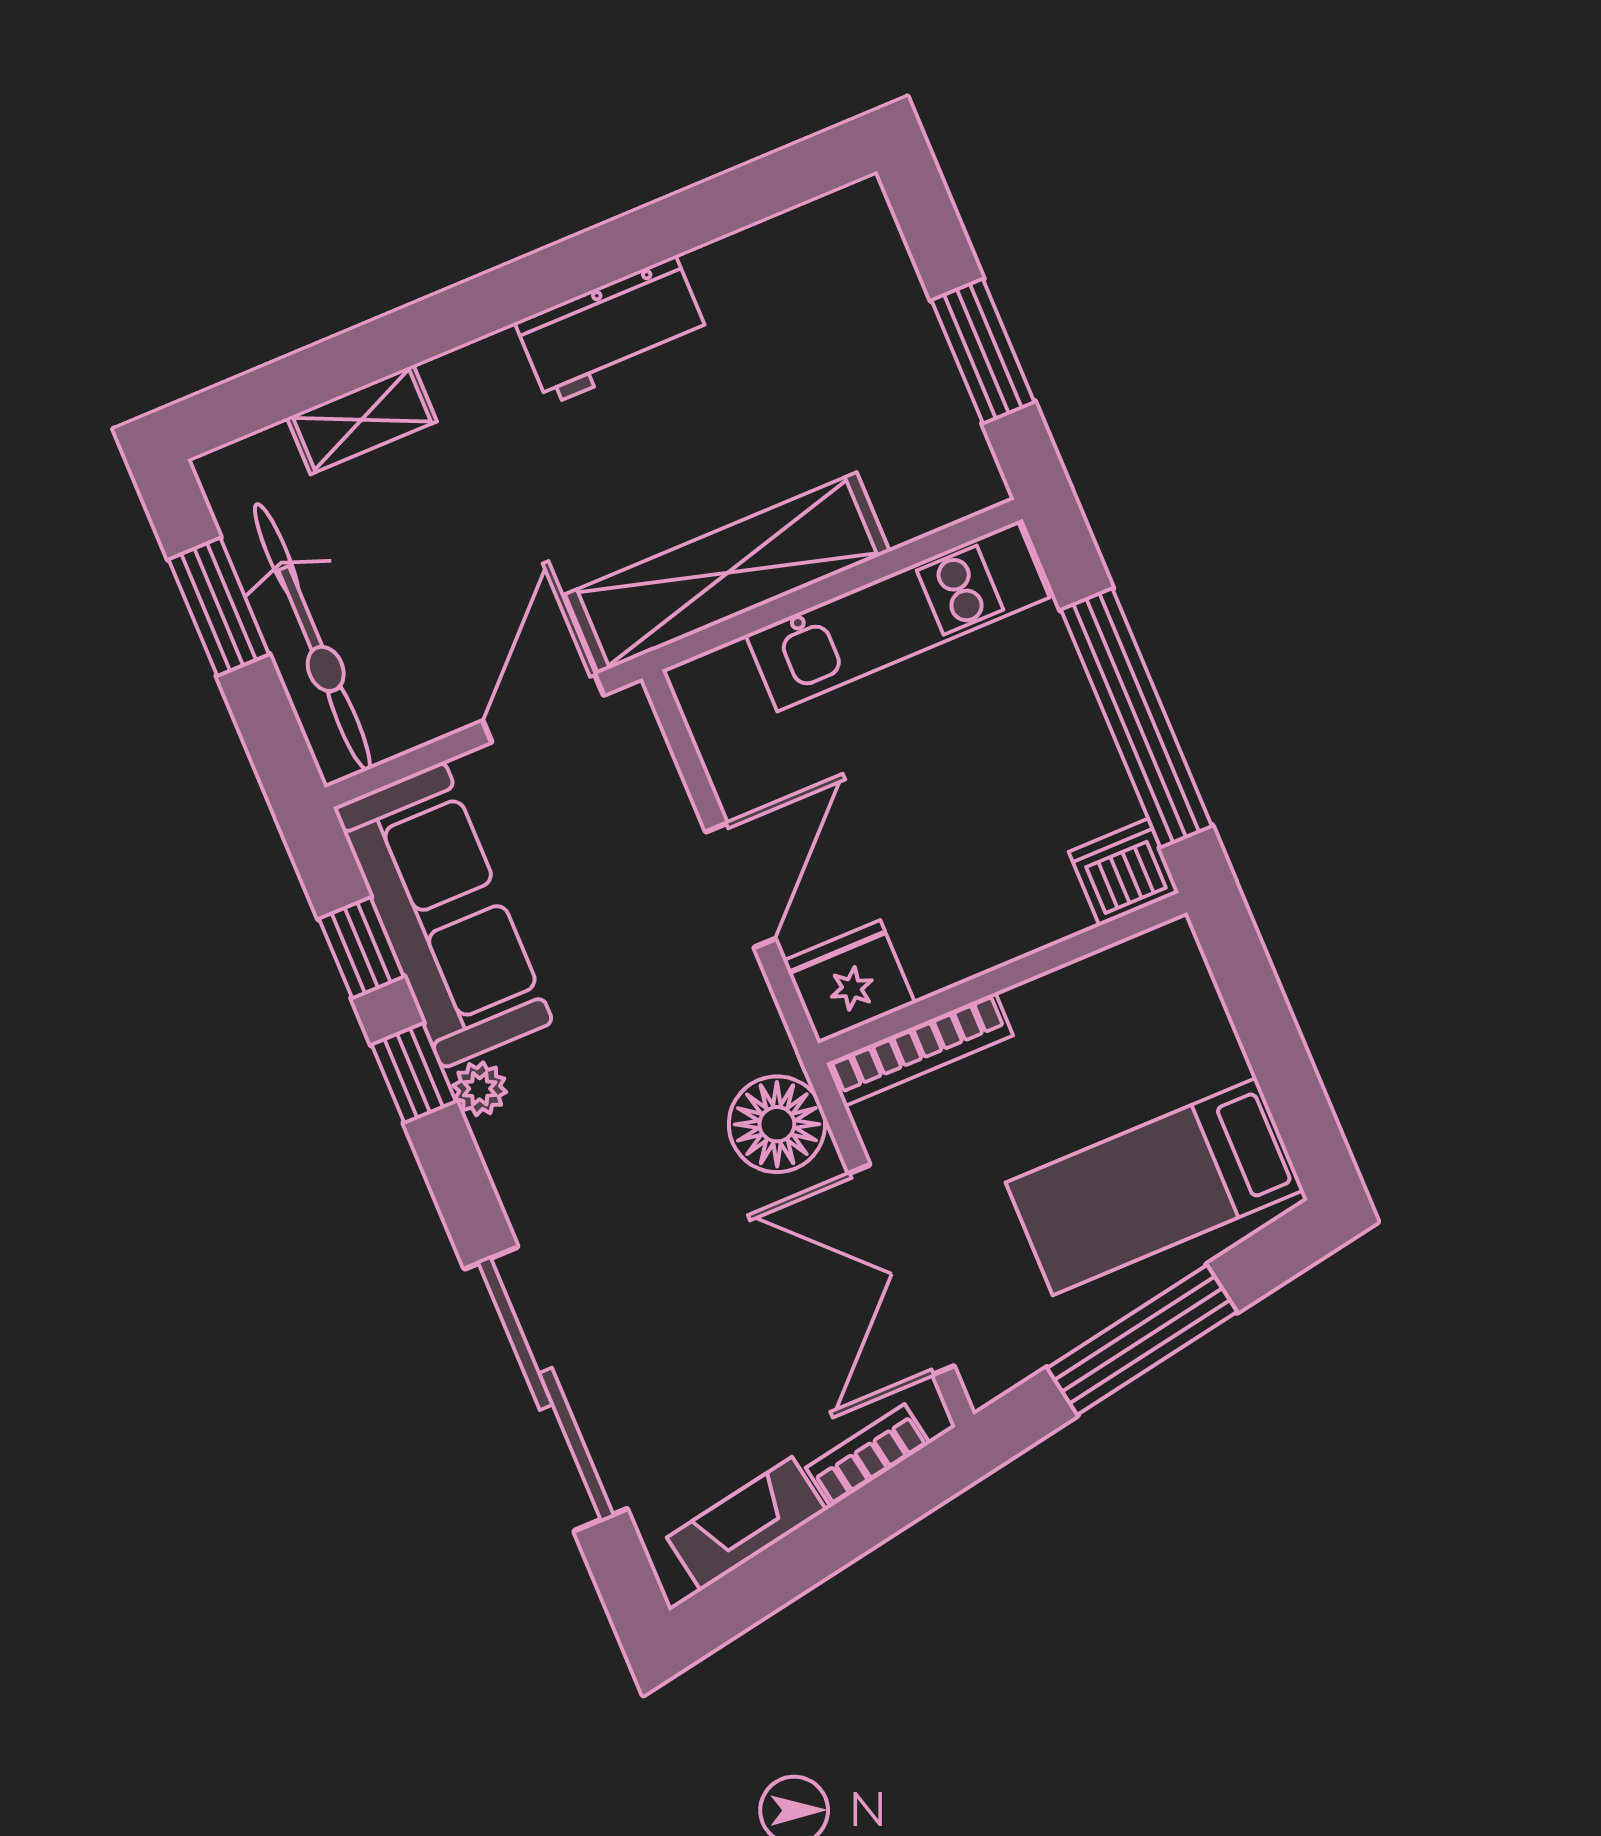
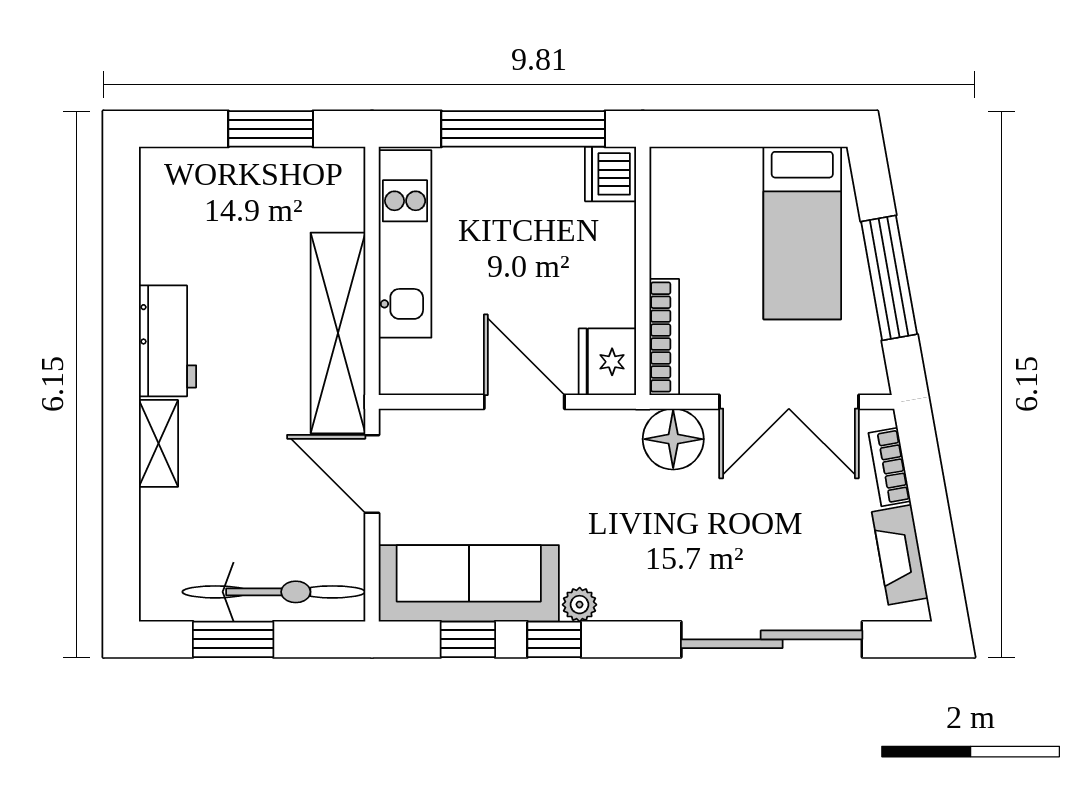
shelving: (362, 420) -> (158, 443), moved

